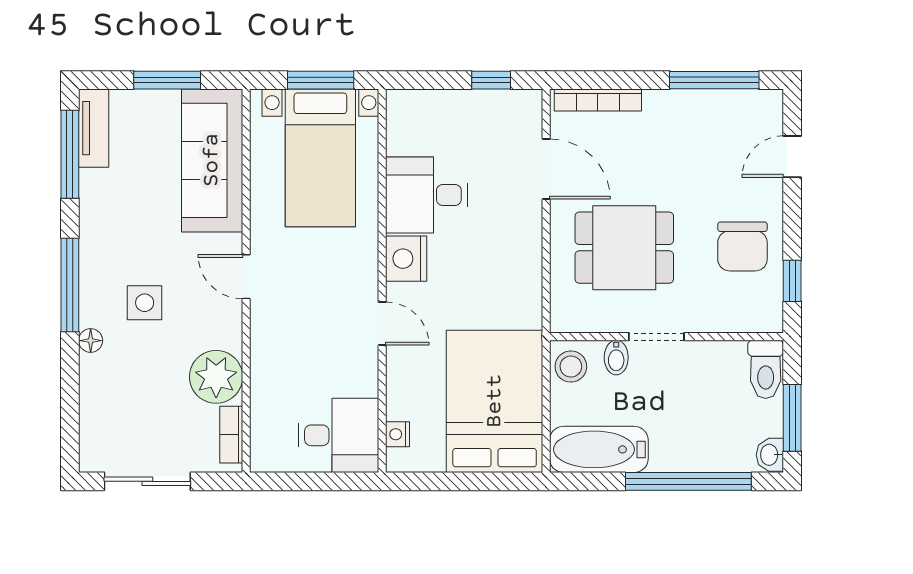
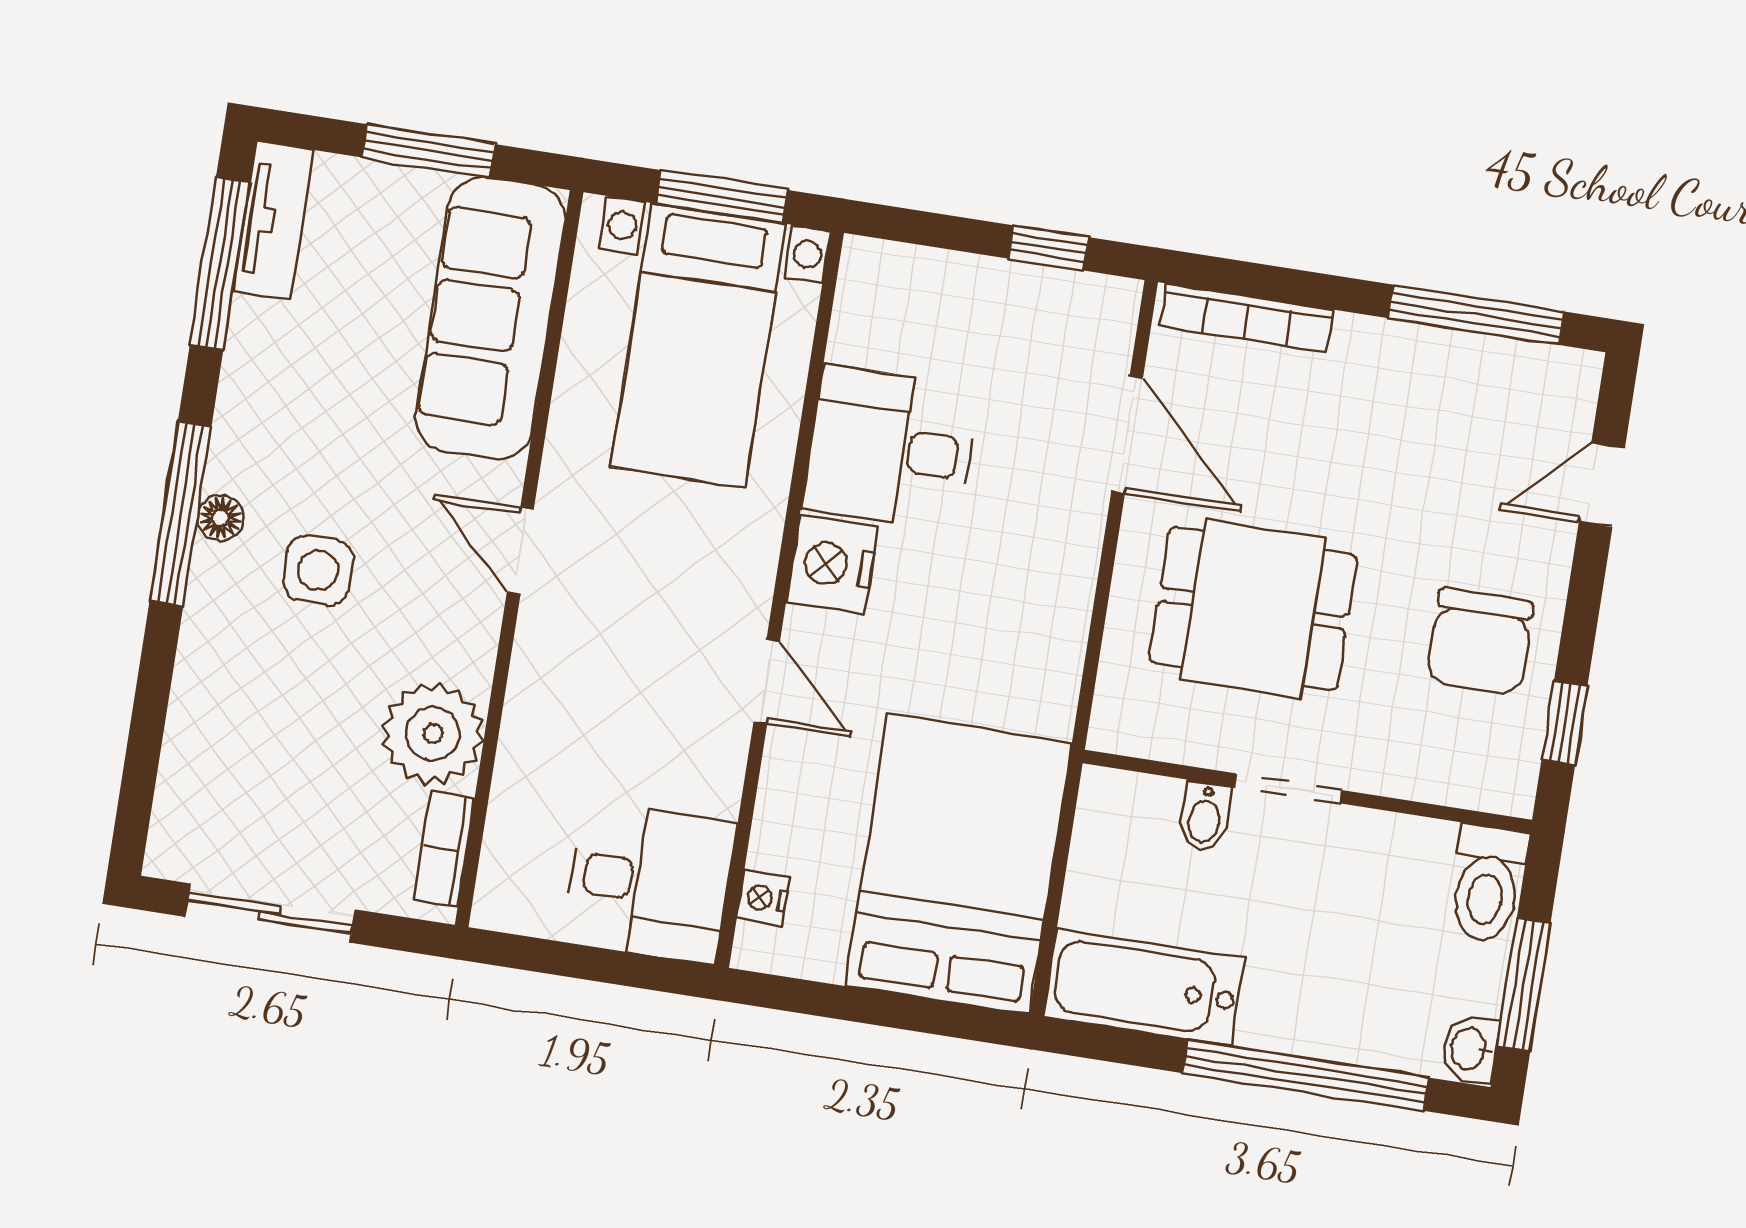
floor lamp: (91, 341) -> (220, 518), moved
stool: (571, 367) -> (1115, 820), removed

